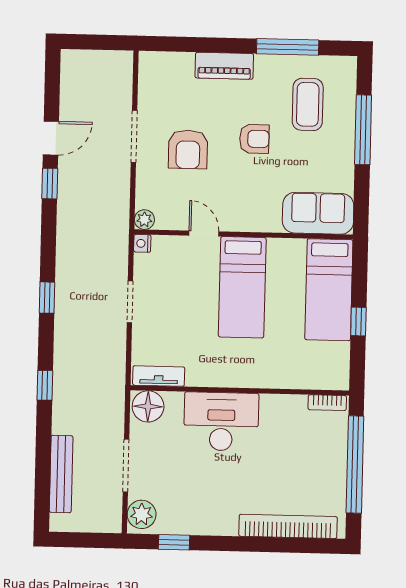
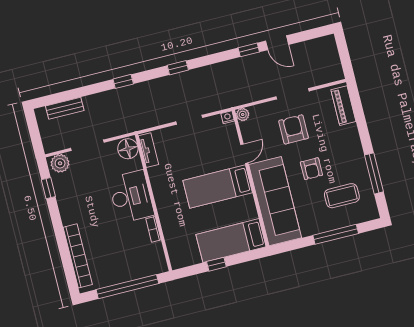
piano: (224, 66) -> (343, 106), moved
armchair: (188, 149) -> (294, 129), turned 90
sofa: (318, 213) -> (275, 201), width x1.85, depth x1.27
bookcase: (327, 403) -> (153, 229), moved
bench: (61, 474) -> (65, 108), width x0.73

